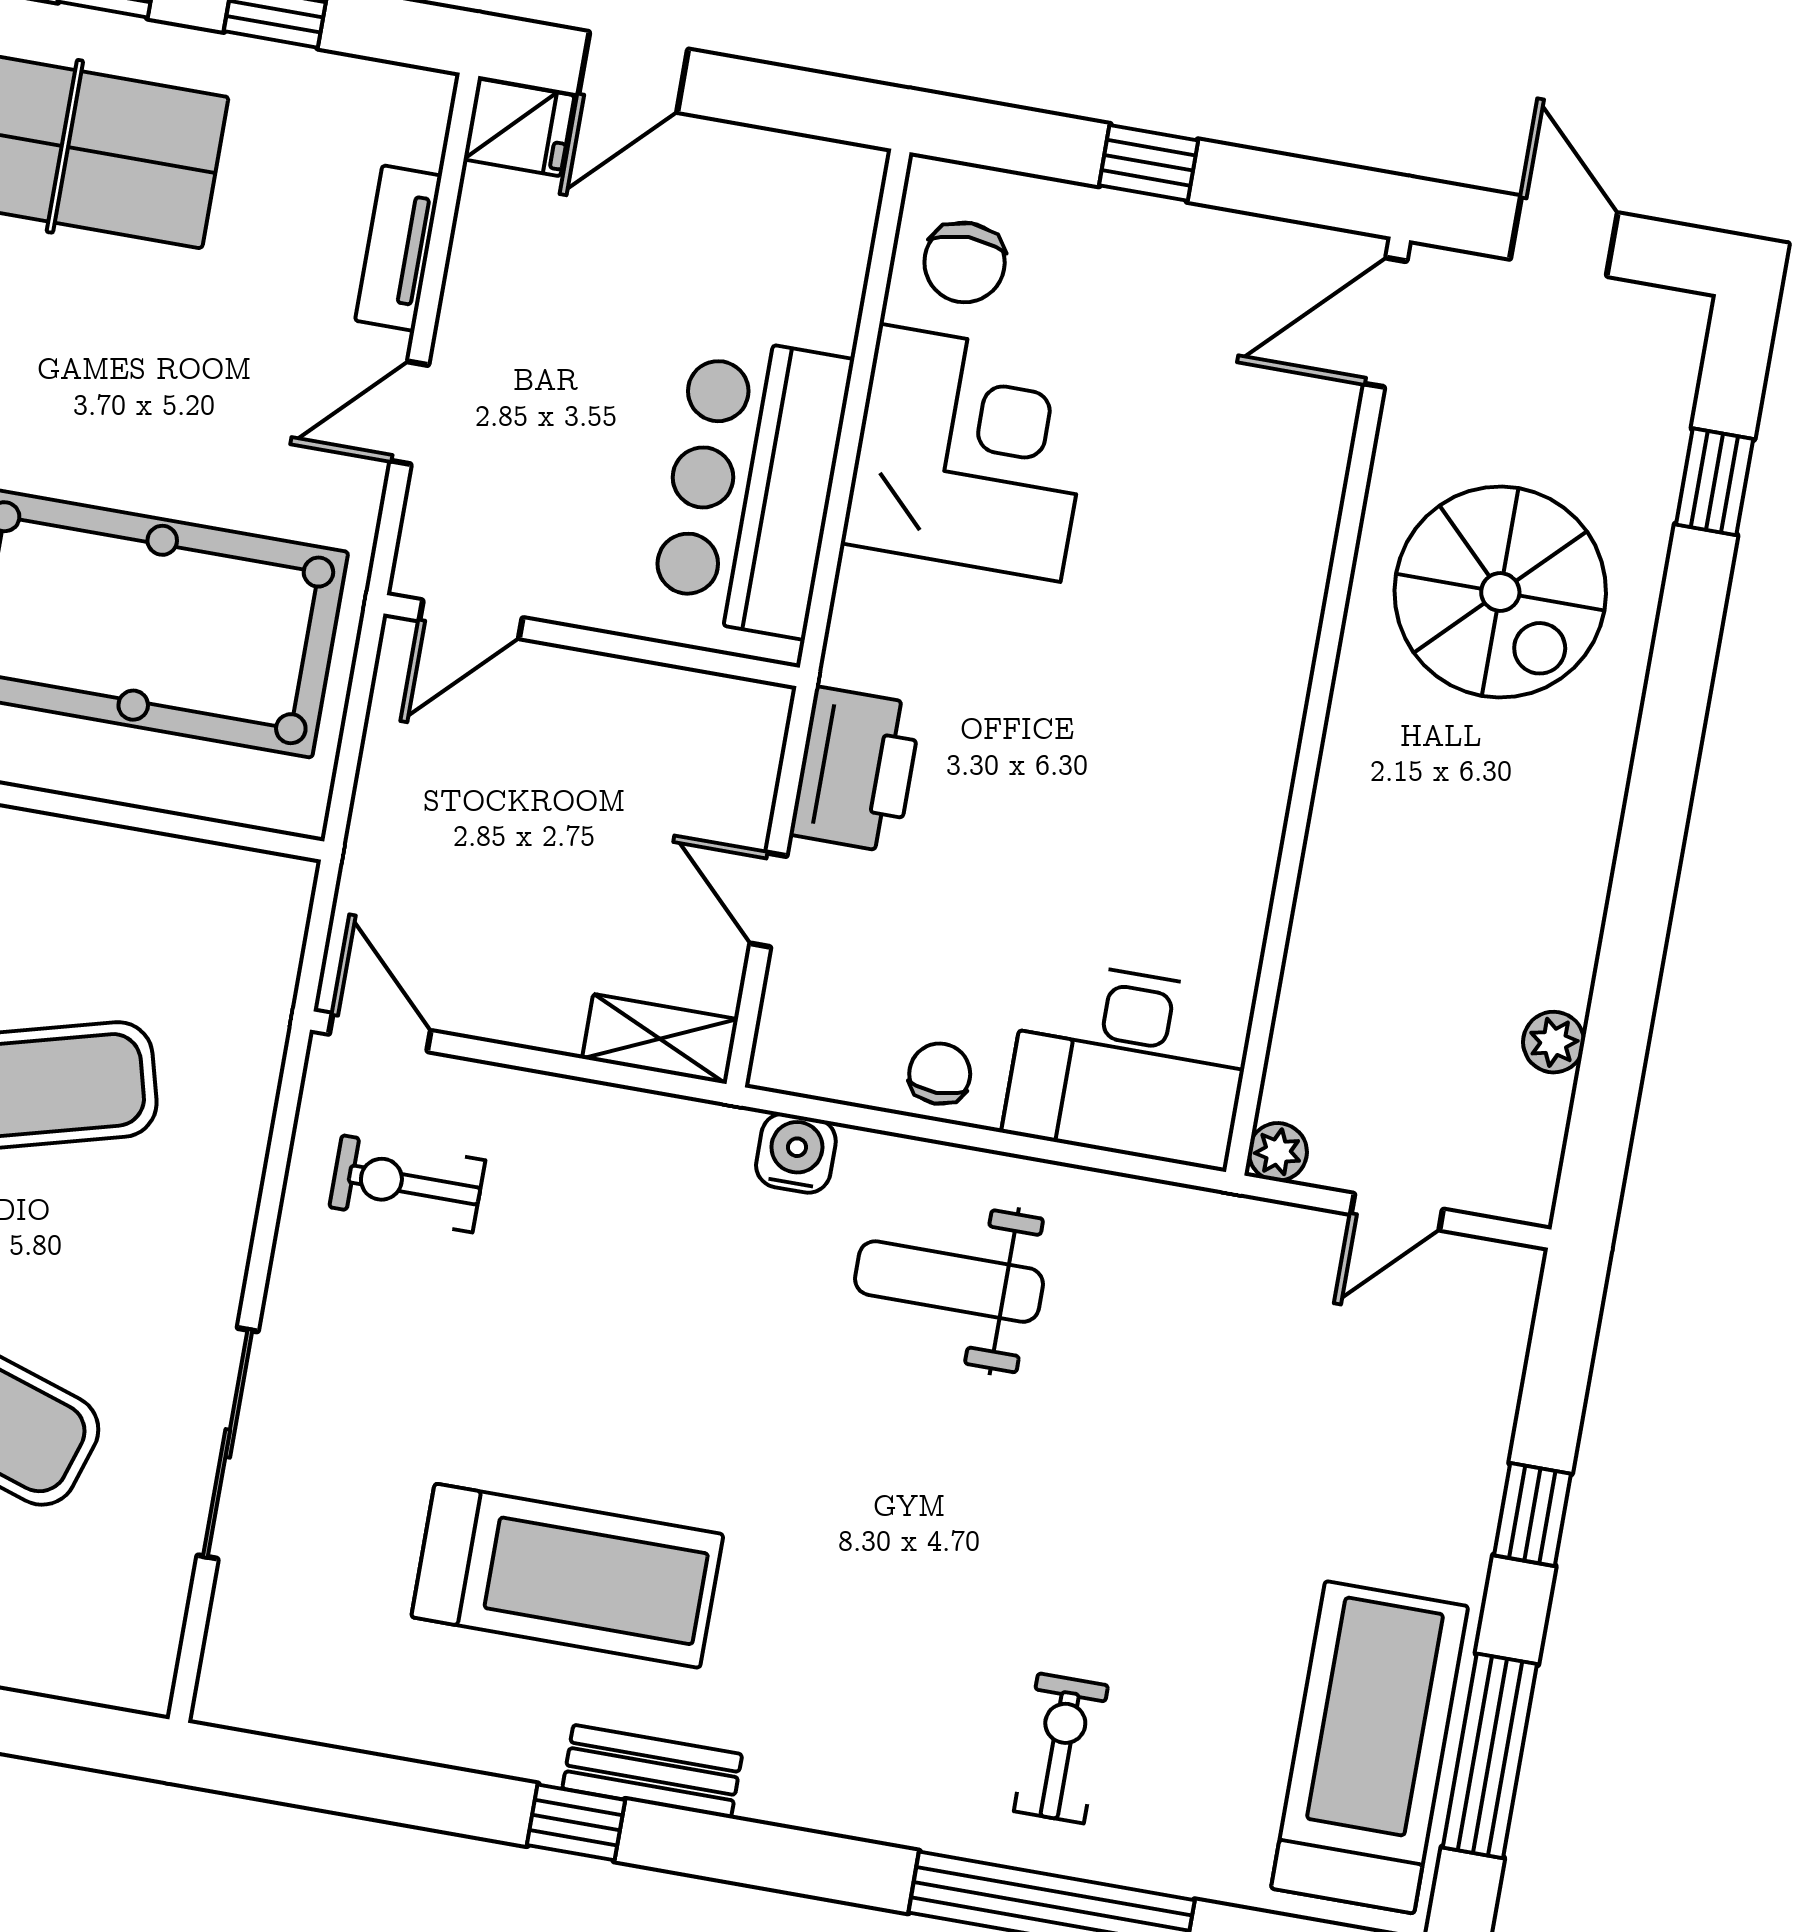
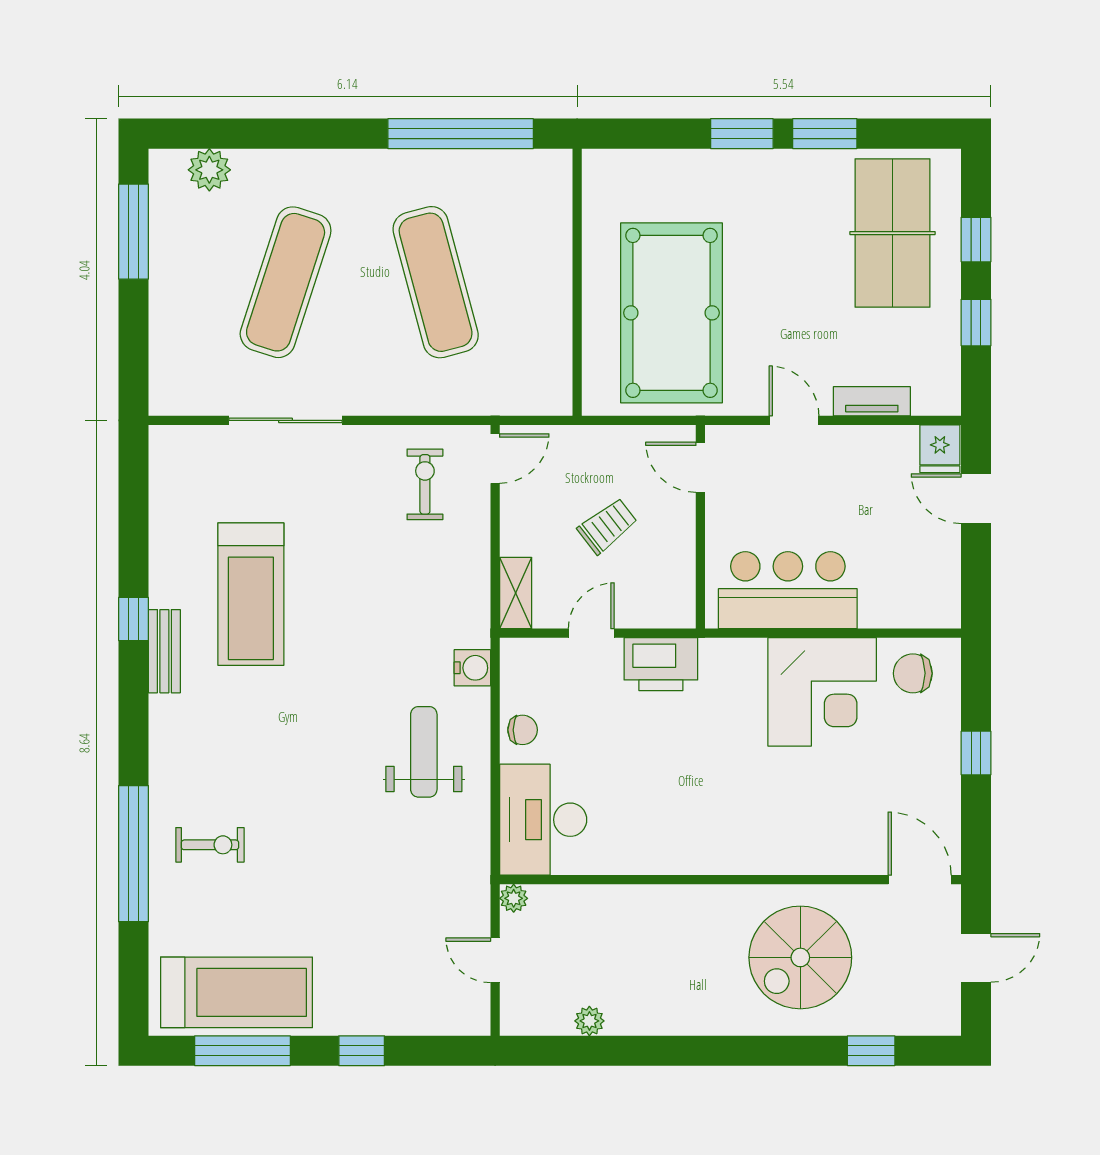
trolley: (557, 829) -> (607, 526), added

